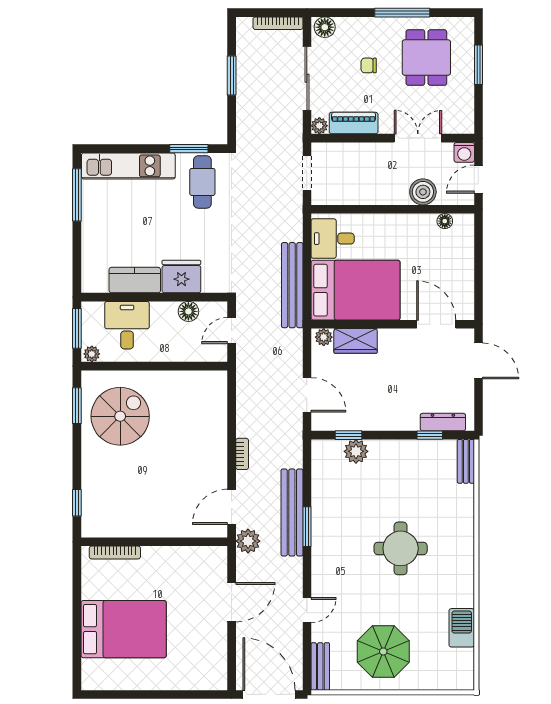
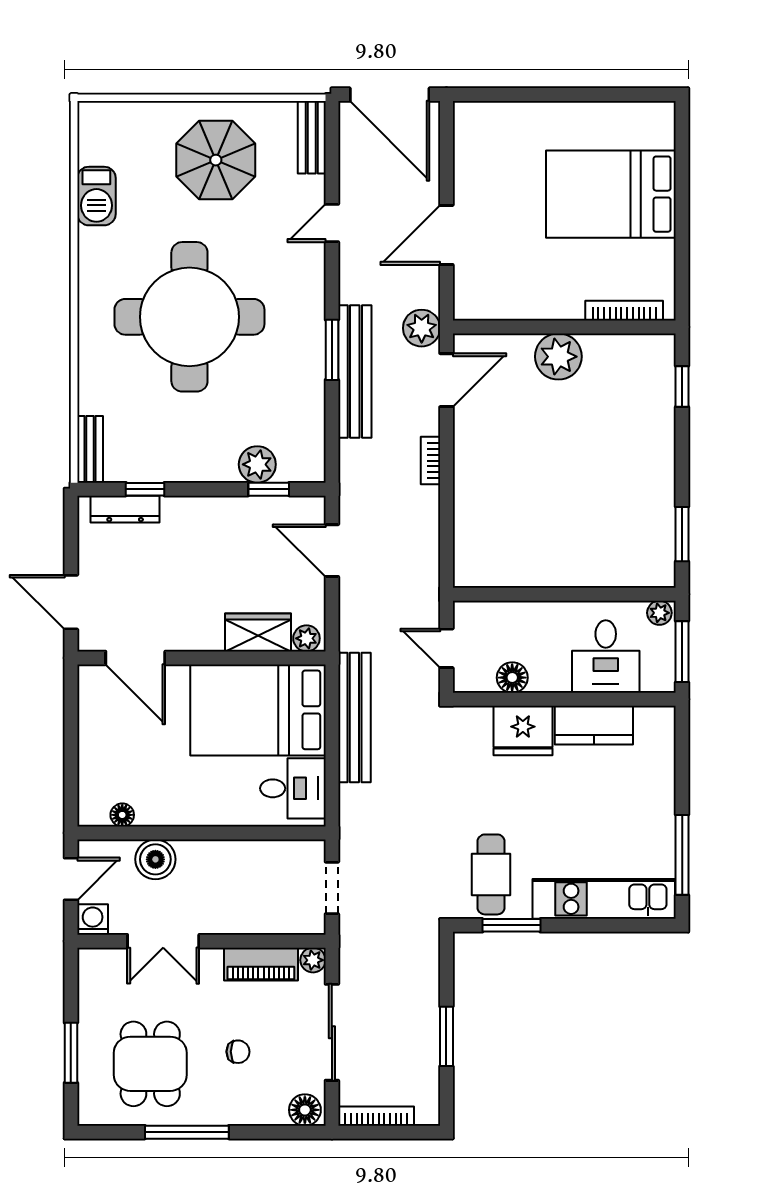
door: (232, 331) -> (446, 648), swing flipped
spiral stairs: (120, 416) -> (616, 518), removed
plant: (158, 522) -> (558, 357), added
round table: (401, 548) -> (189, 317), width x1.86, depth x1.86

